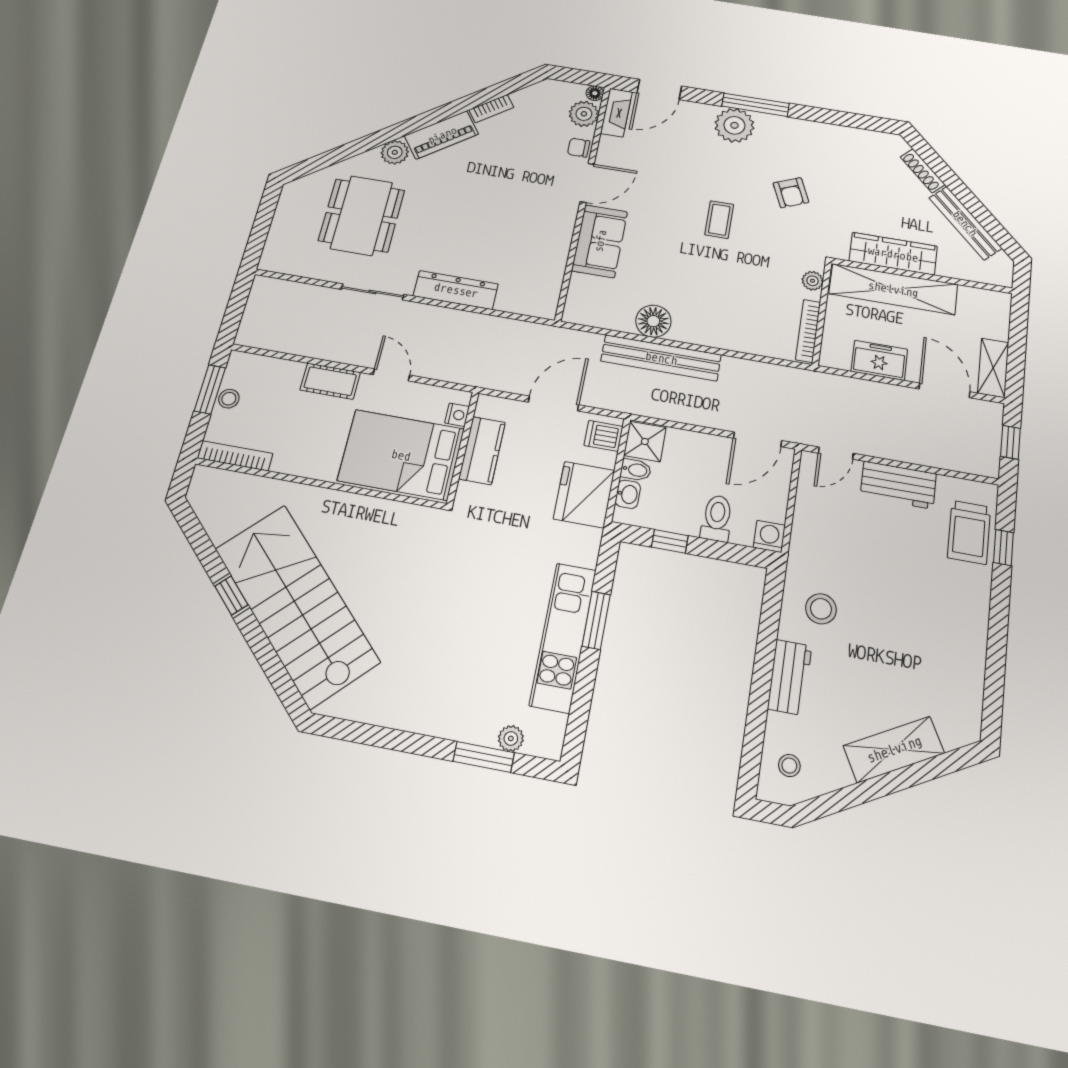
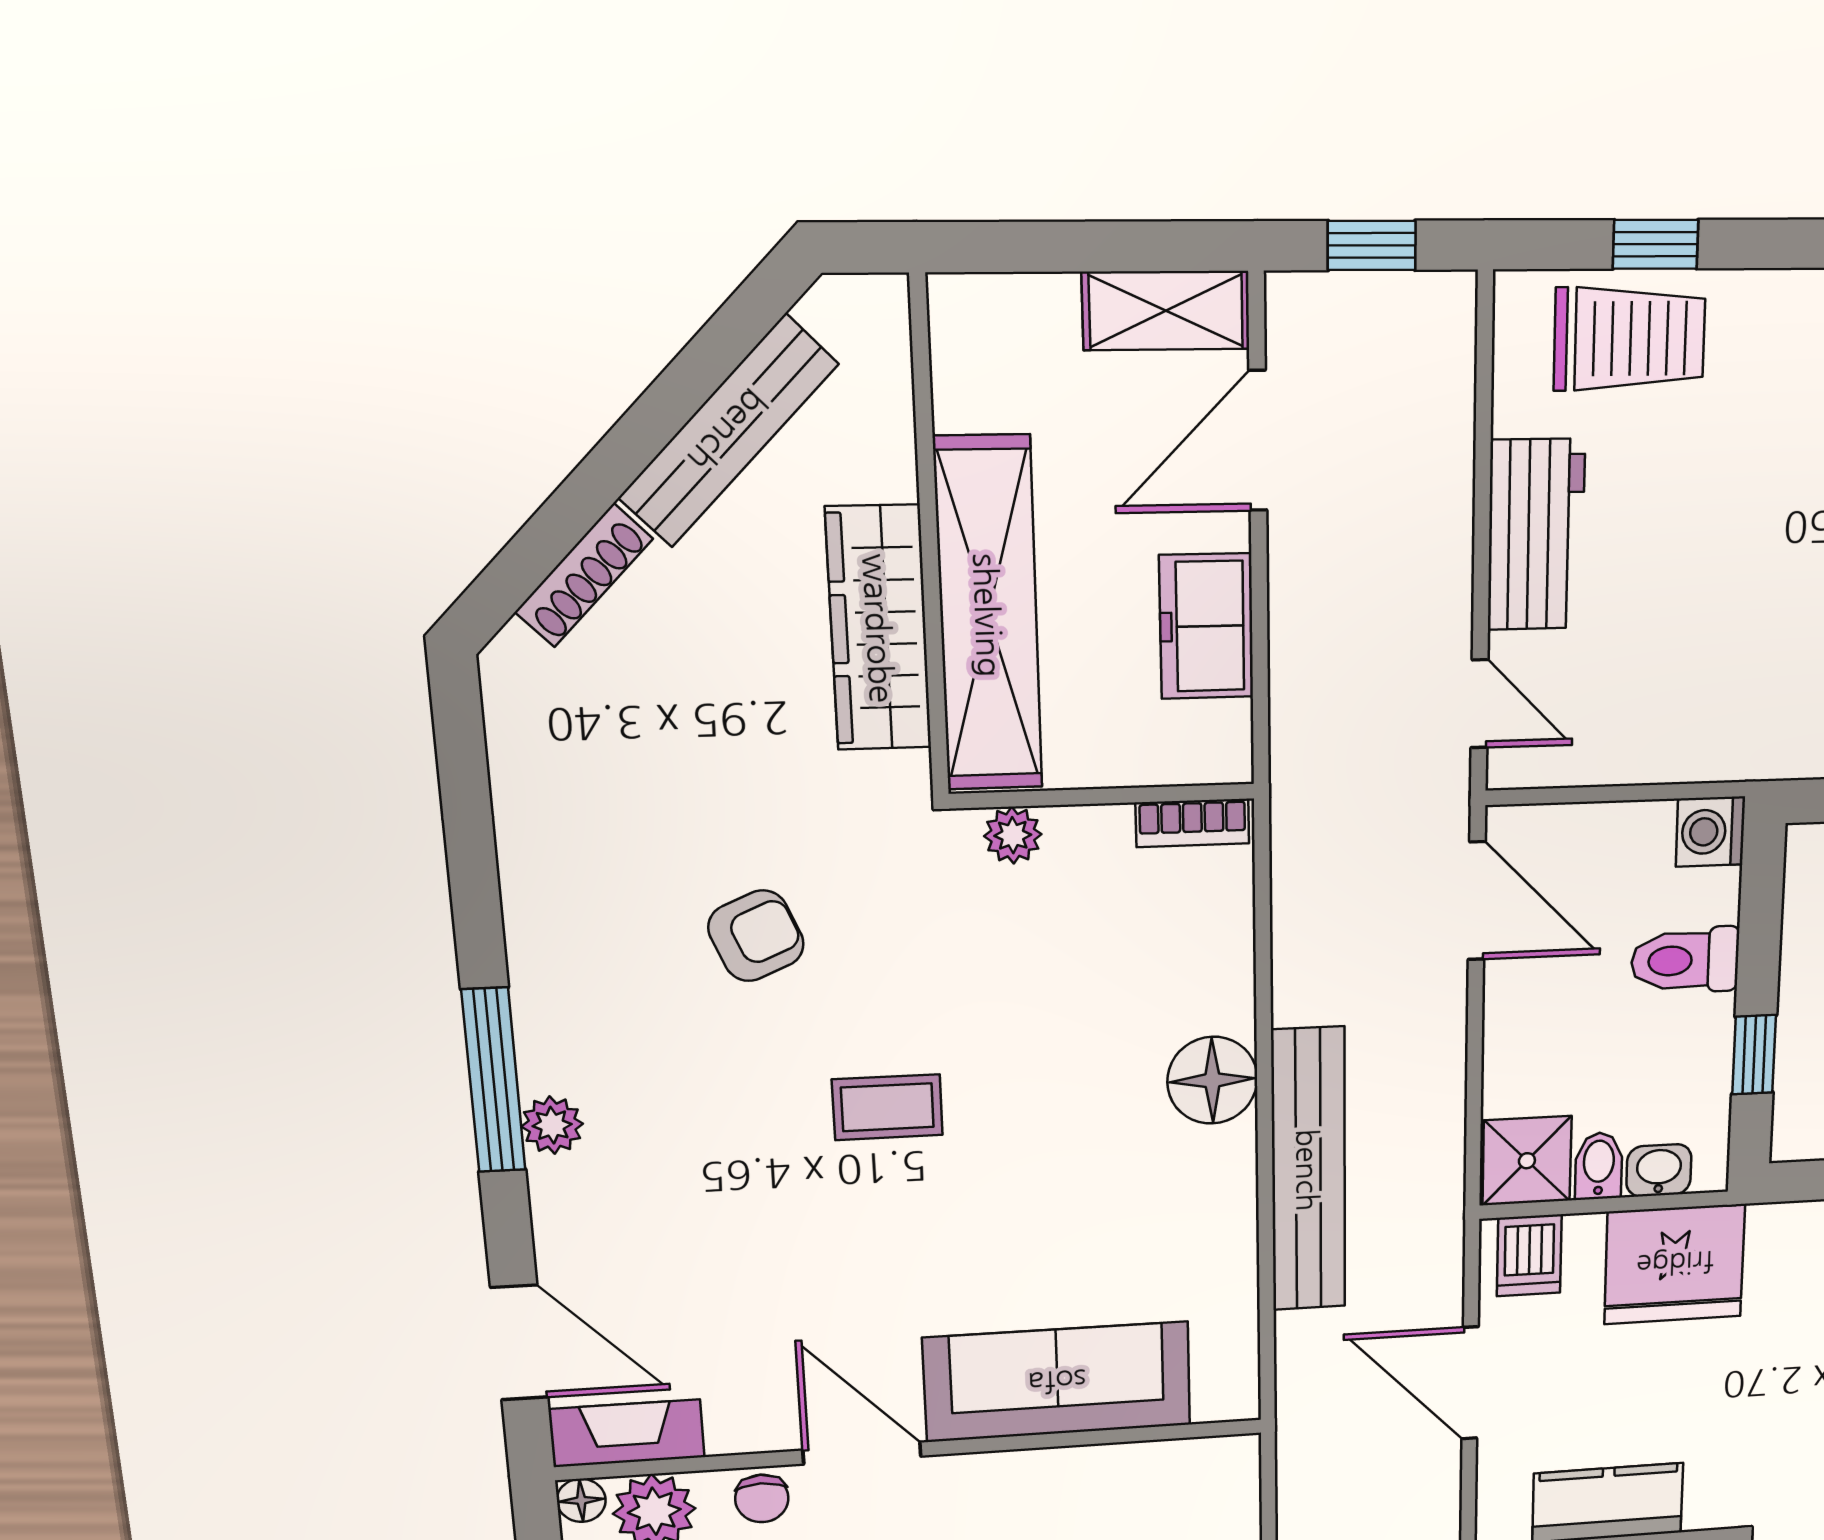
plant: (734, 125) -> (552, 1125), width x0.53, depth x0.53
sofa: (600, 241) -> (1057, 1382), width x1.36
floor lamp: (653, 321) -> (1212, 1080), moved
bookcase: (808, 331) -> (1192, 823), width x0.64

